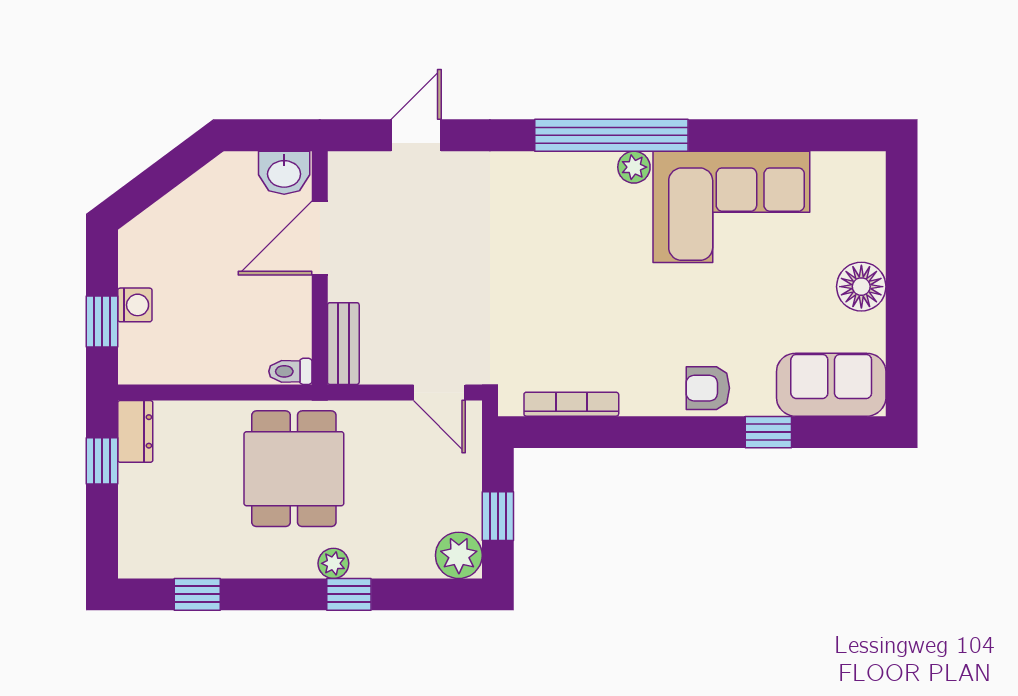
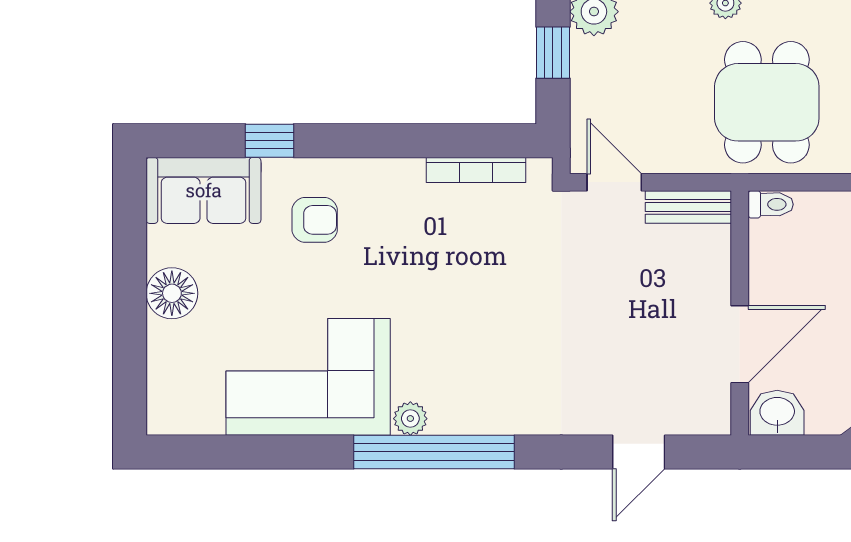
bench: (343, 344) -> (688, 207), moved, turned 90
armchair: (708, 388) -> (315, 220), moved

